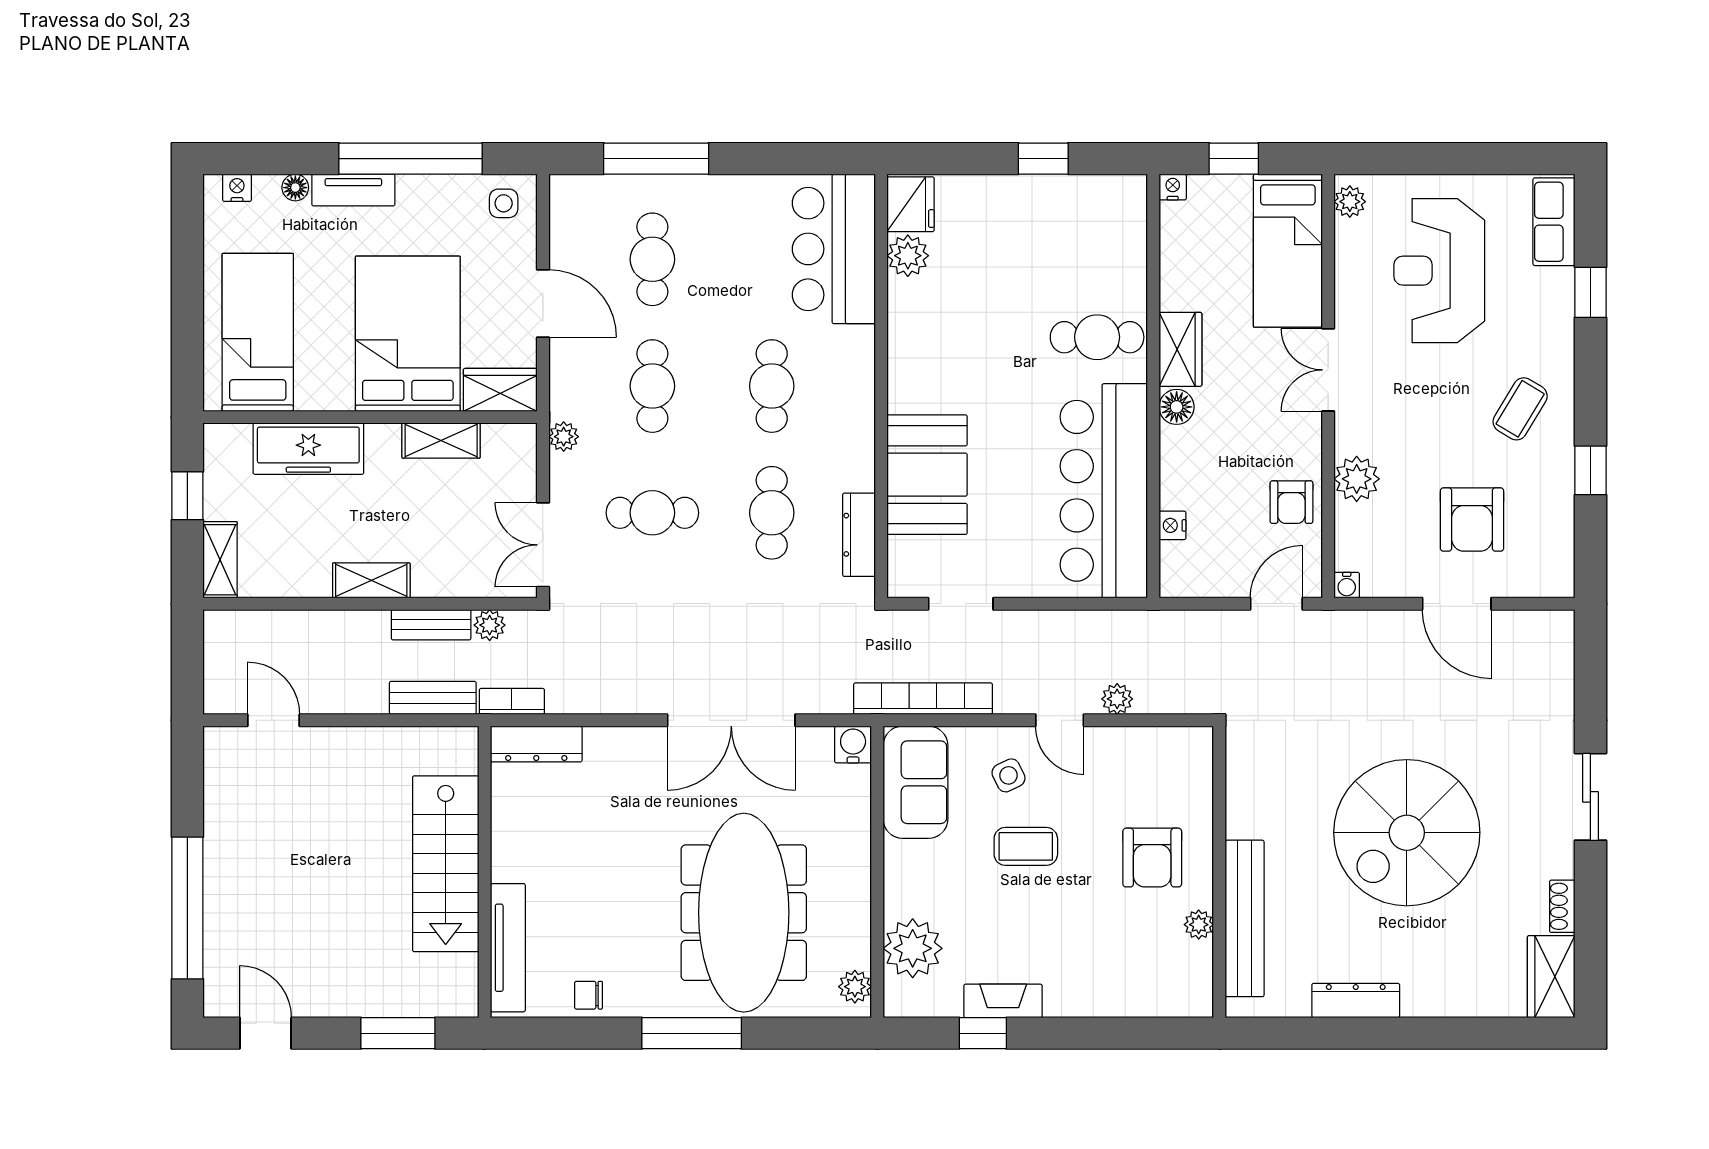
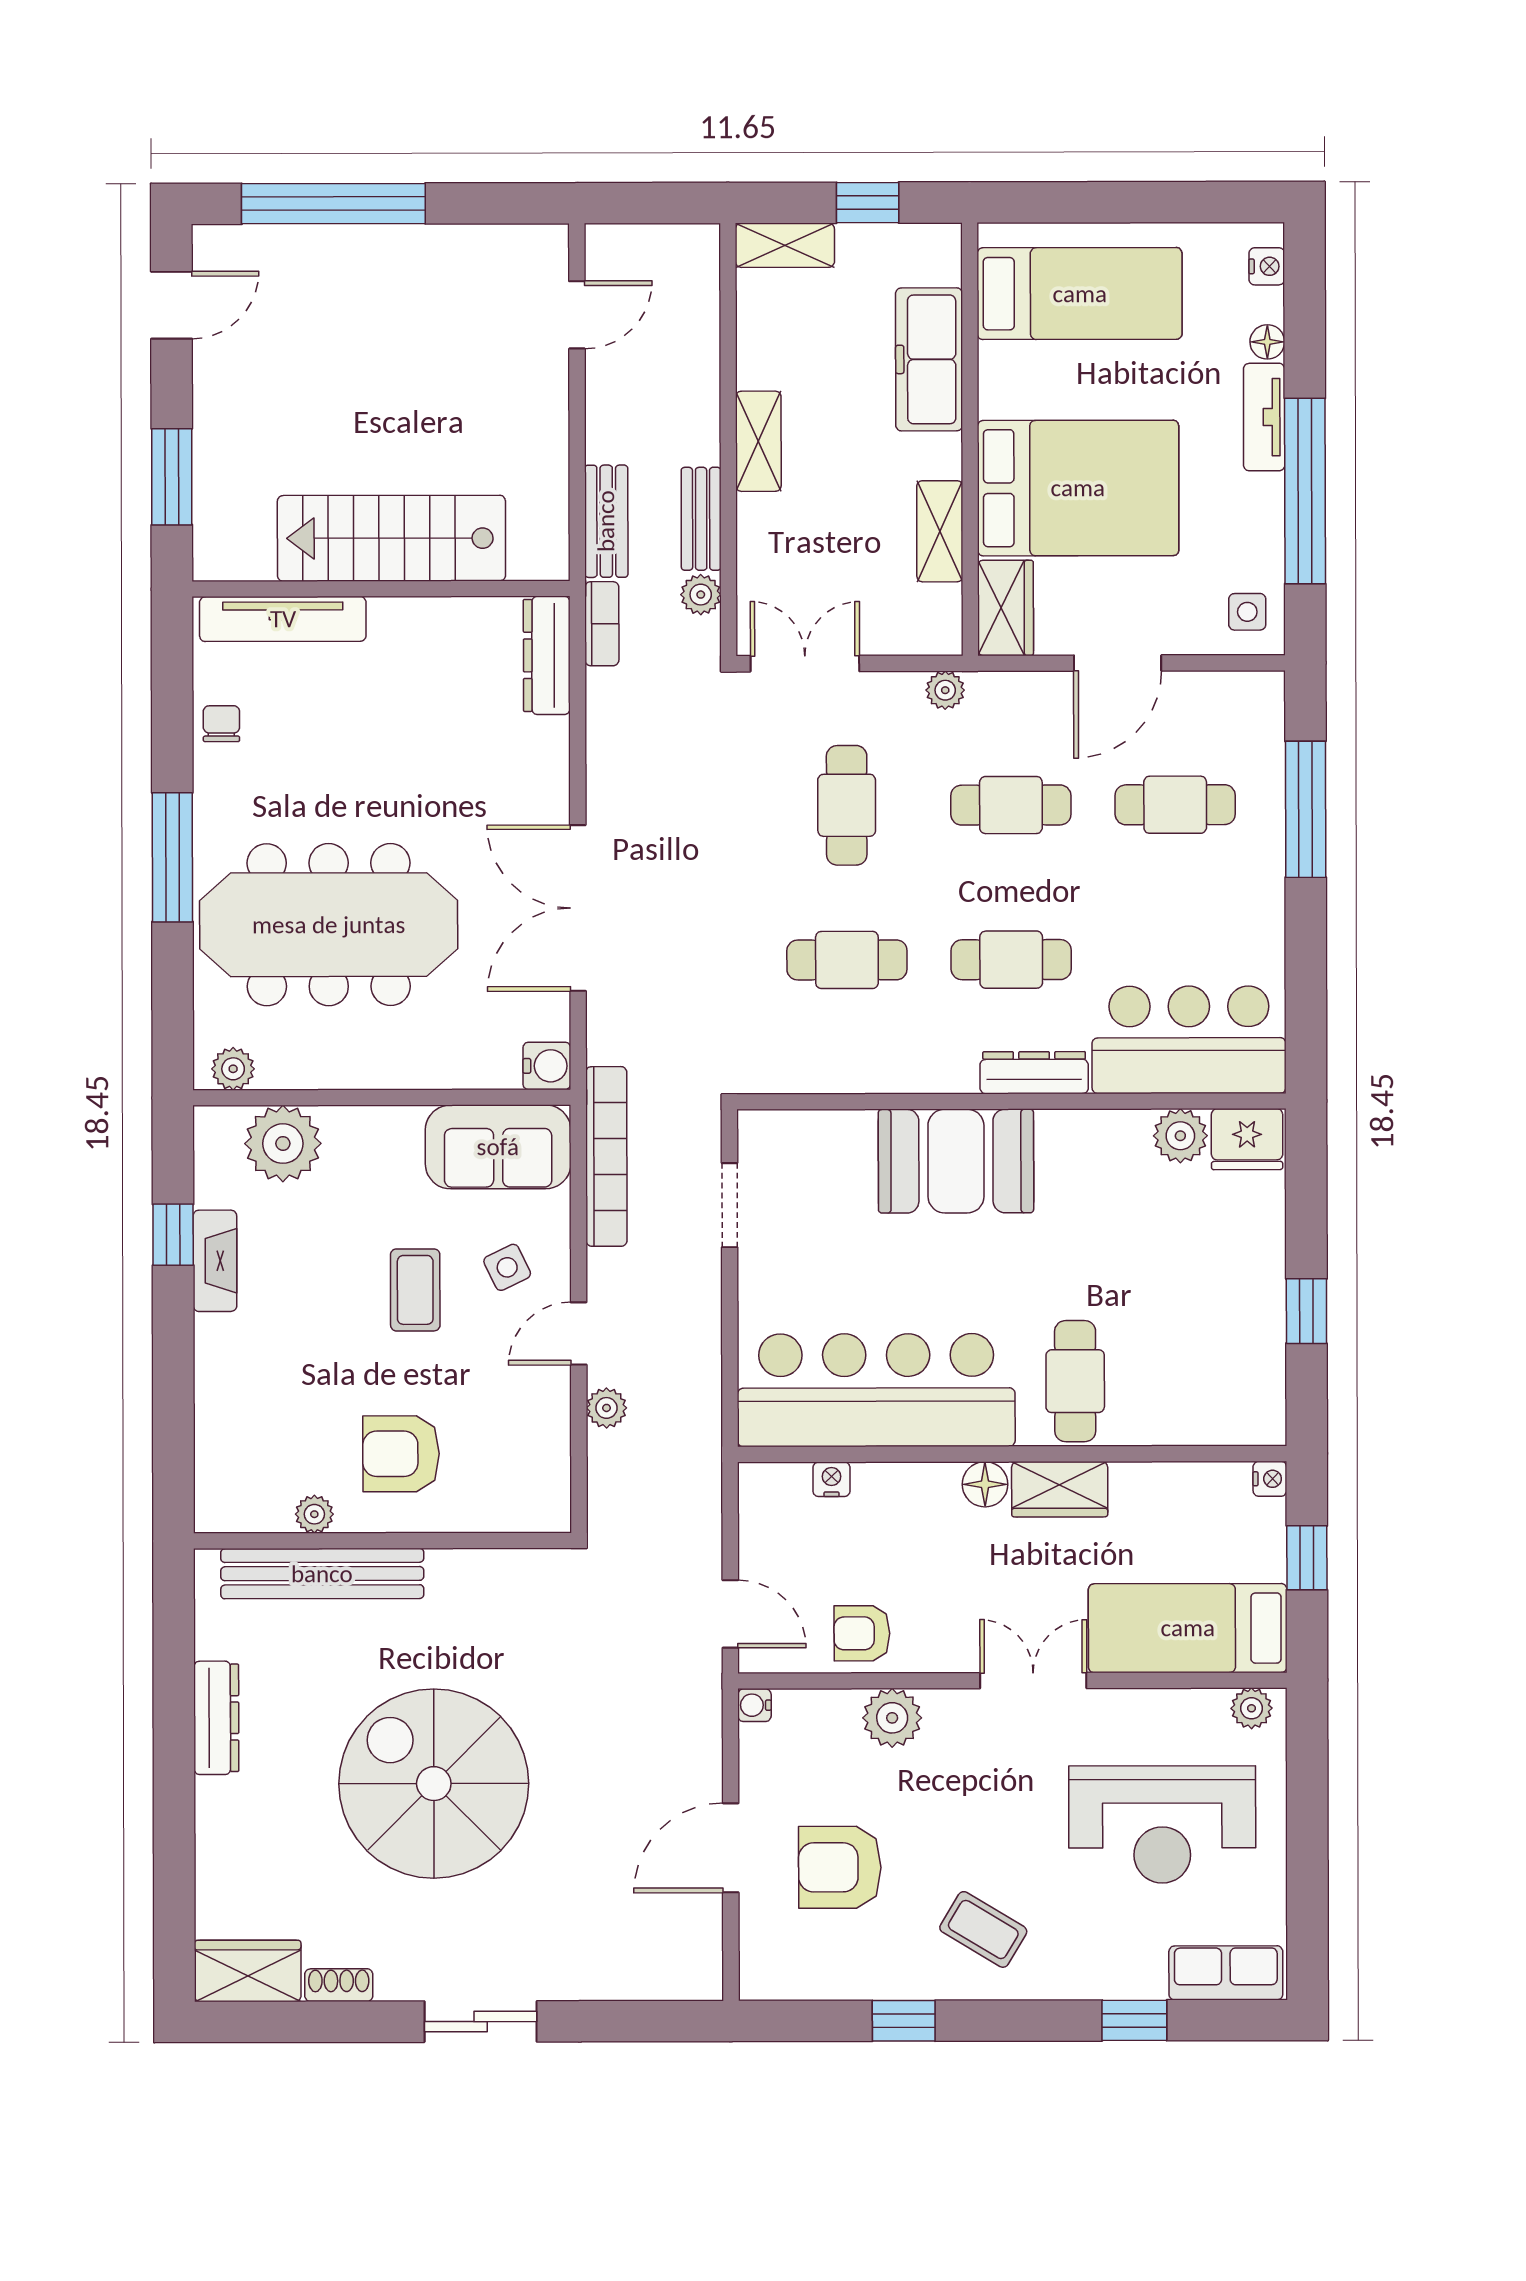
reception desk: (1439, 271) -> (1162, 1824), turned 180
booth: (927, 475) -> (956, 1161), moved
dresser: (859, 535) -> (1034, 1073), moved

